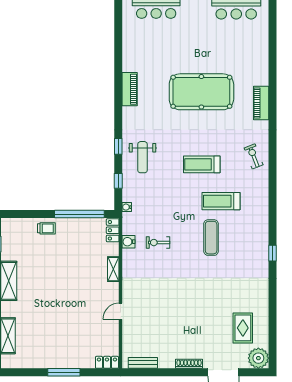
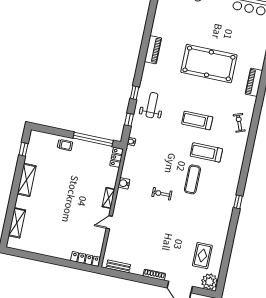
weight bench: (143, 157) -> (152, 105), turned 180
water cooler: (128, 242) -> (124, 183), moved
exercise bike: (158, 243) -> (162, 194), moved
shelving: (113, 269) -> (109, 198), moved
locker: (107, 362) -> (85, 259), width x1.53
window: (64, 372) -> (55, 261), removed

